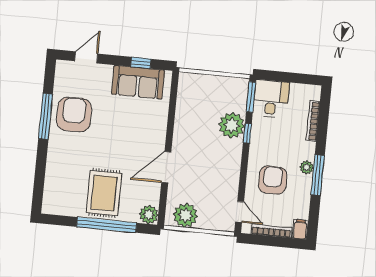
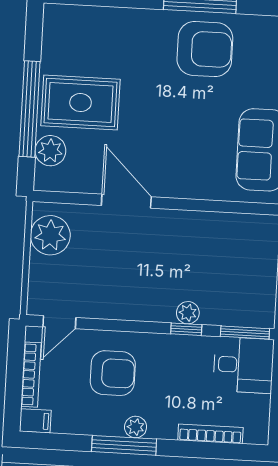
plant: (232, 125) -> (188, 313), width x0.53, depth x0.53
plant: (149, 215) -> (50, 151), moved

